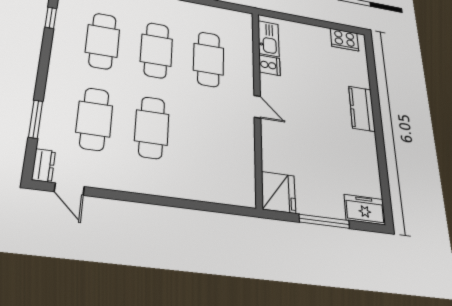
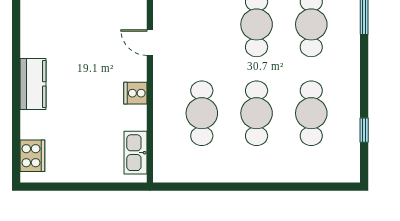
cooker: (344, 40) -> (32, 156), moved, turned 90
cooker: (270, 65) -> (135, 93), moved
door: (257, 107) -> (150, 43), moved

